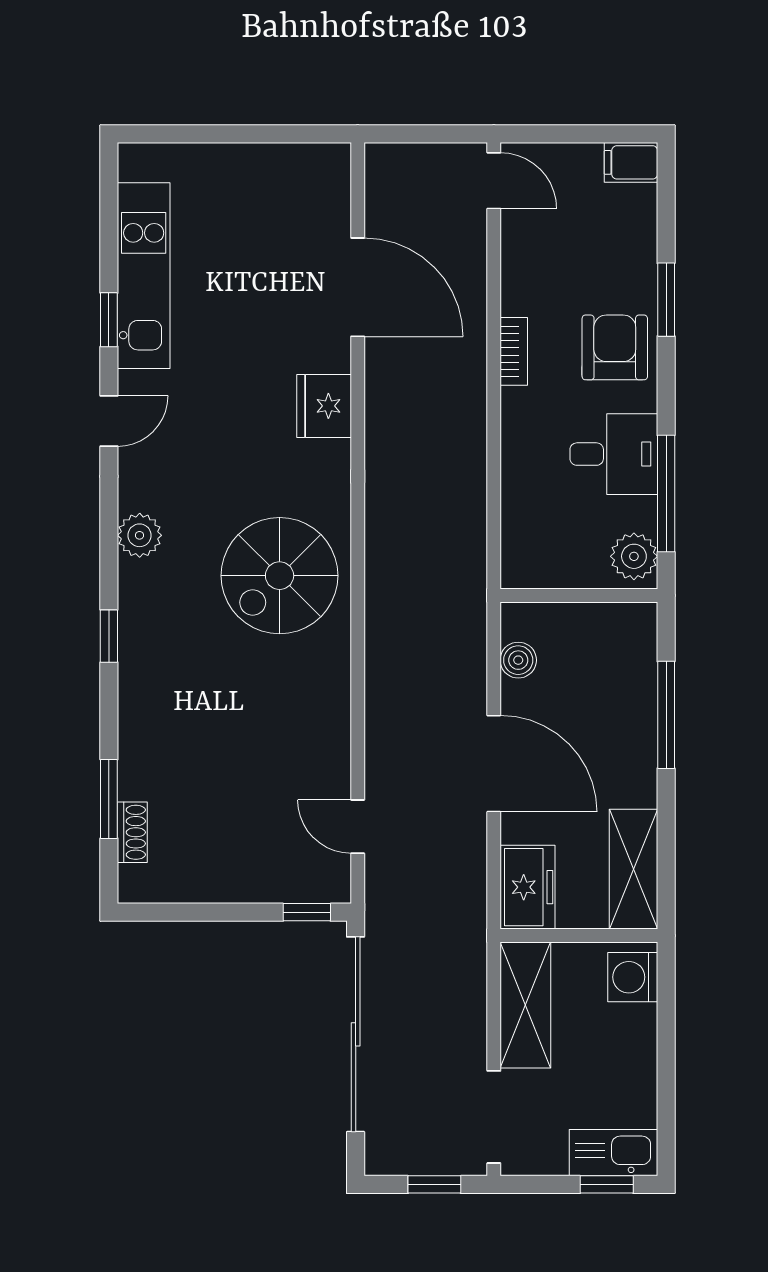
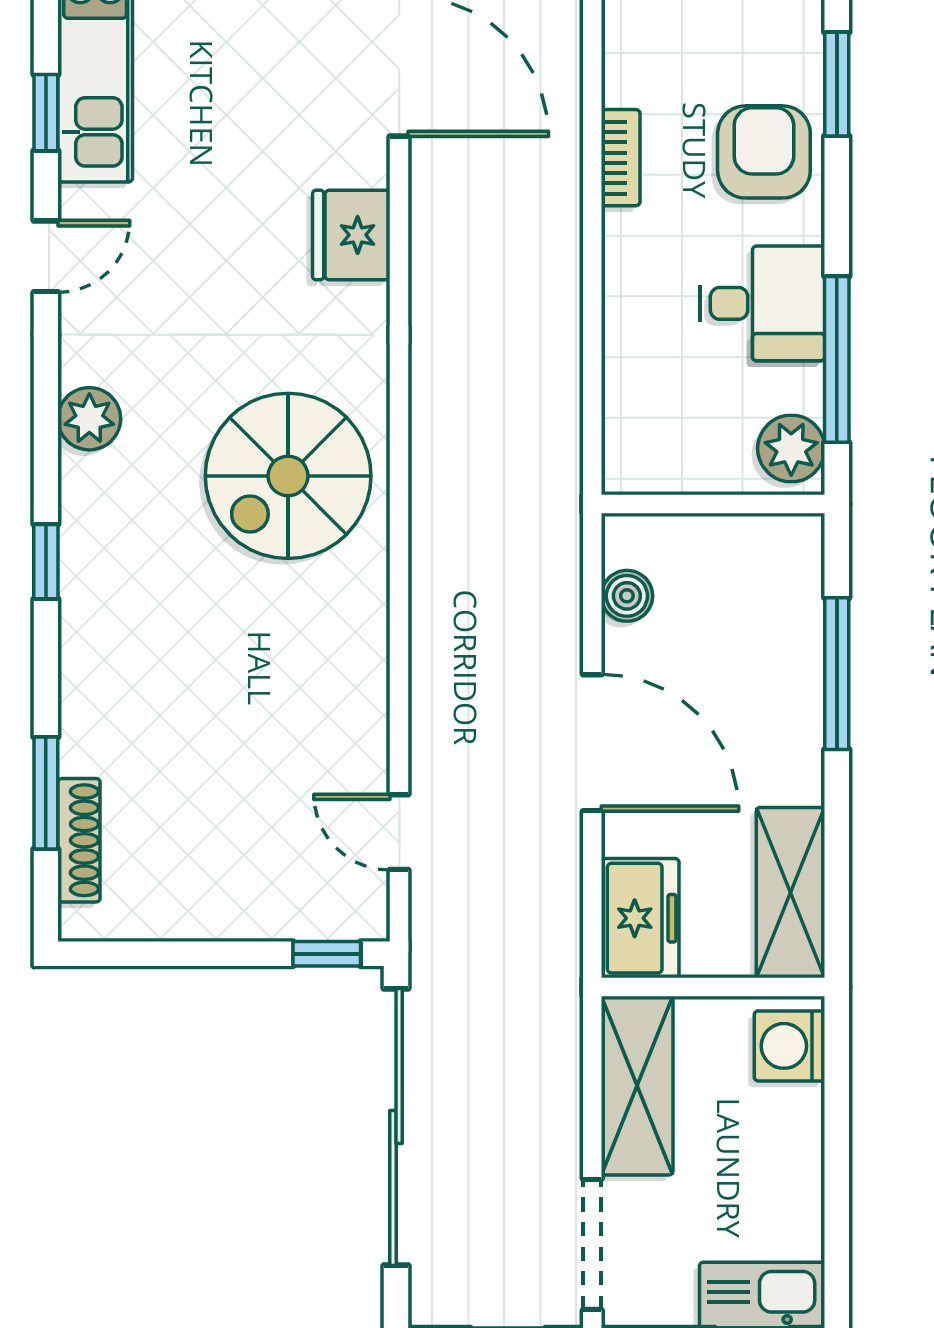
shoe rack: (132, 832) -> (79, 840), width x1.43

